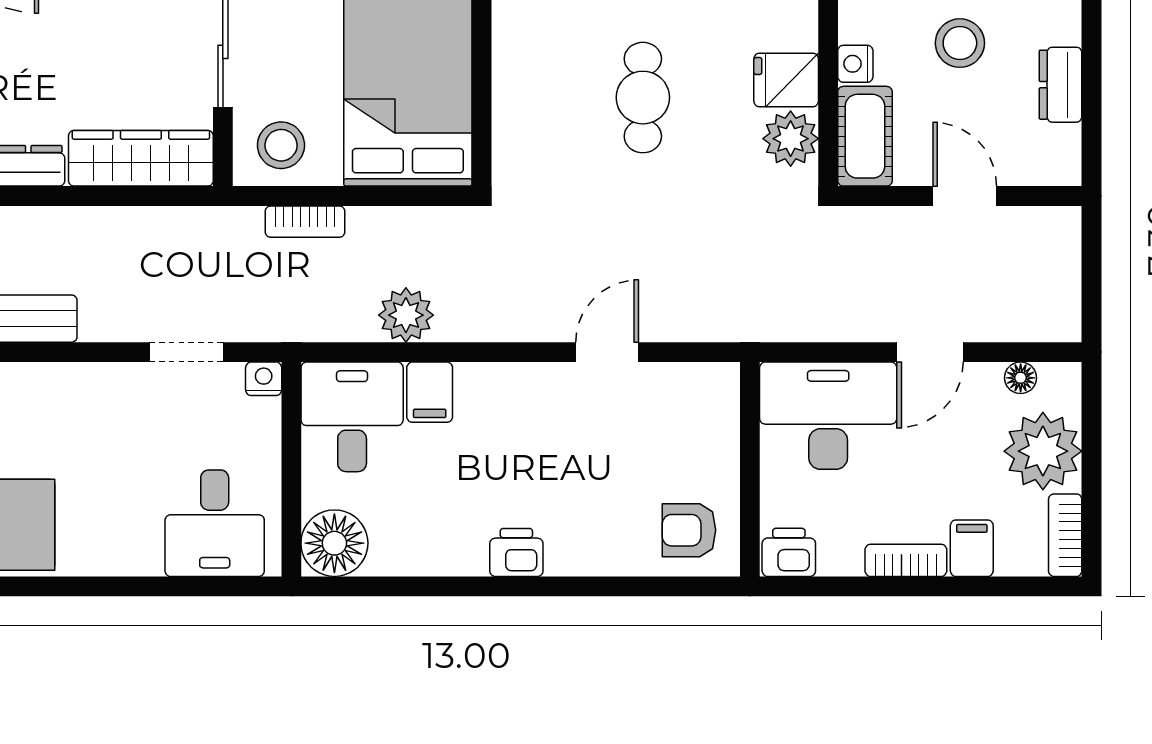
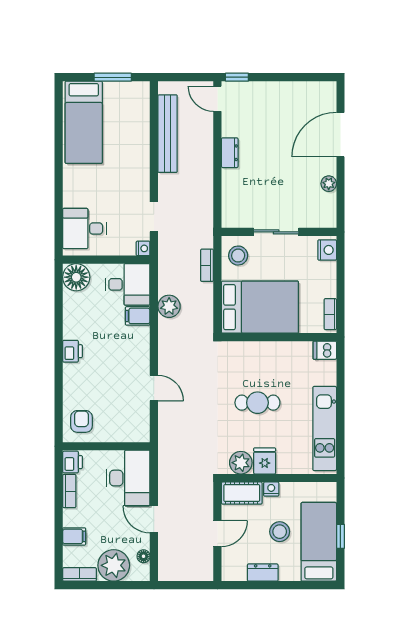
wardrobe: (141, 158) -> (233, 199), removed
bookcase: (906, 560) -> (69, 491), moved

